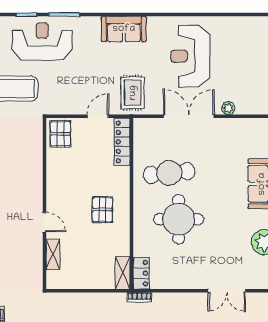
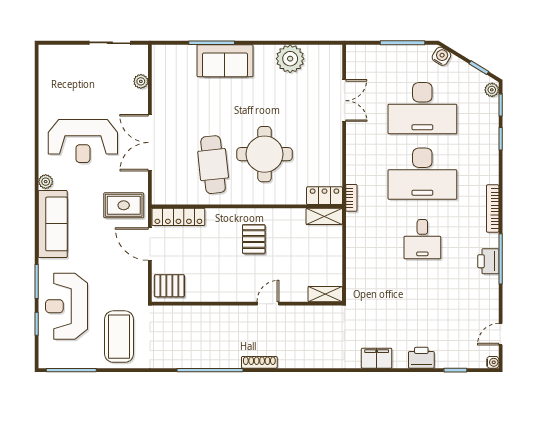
plant: (154, 23) -> (46, 182), added
sofa: (124, 29) -> (53, 224), width x1.36
plant: (228, 108) -> (141, 81), moved
door: (98, 116) -> (150, 244), width x1.38
pallet: (102, 210) -> (254, 239), turned 90
shelving: (53, 254) -> (325, 294), moved

